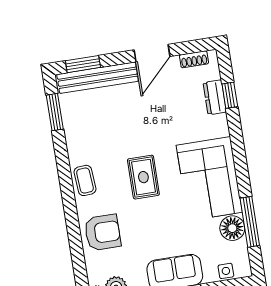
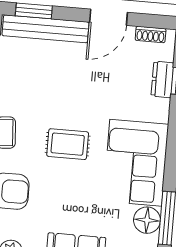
rug: (143, 177) -> (68, 144), turned 90

